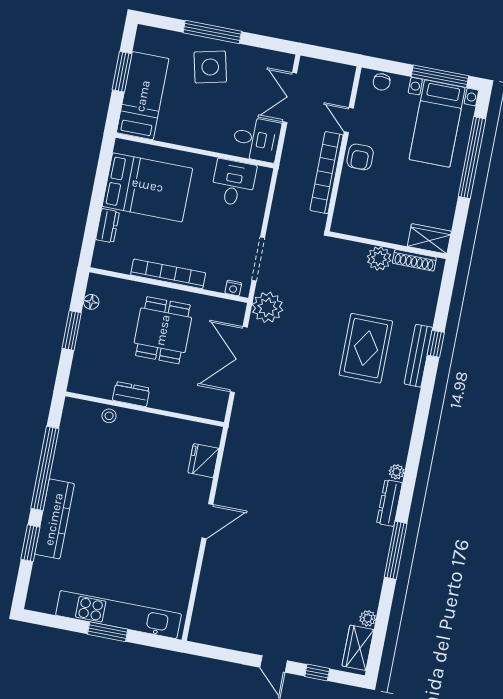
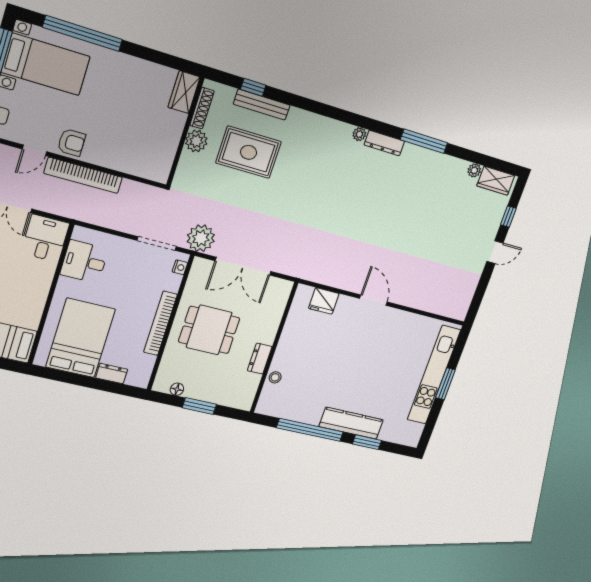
wardrobe: (429, 239) -> (184, 92), moved
wall: (388, 245) -> (185, 132), moved
plant: (379, 258) -> (196, 141), moved
shoe rack: (414, 260) -> (202, 108), moved

